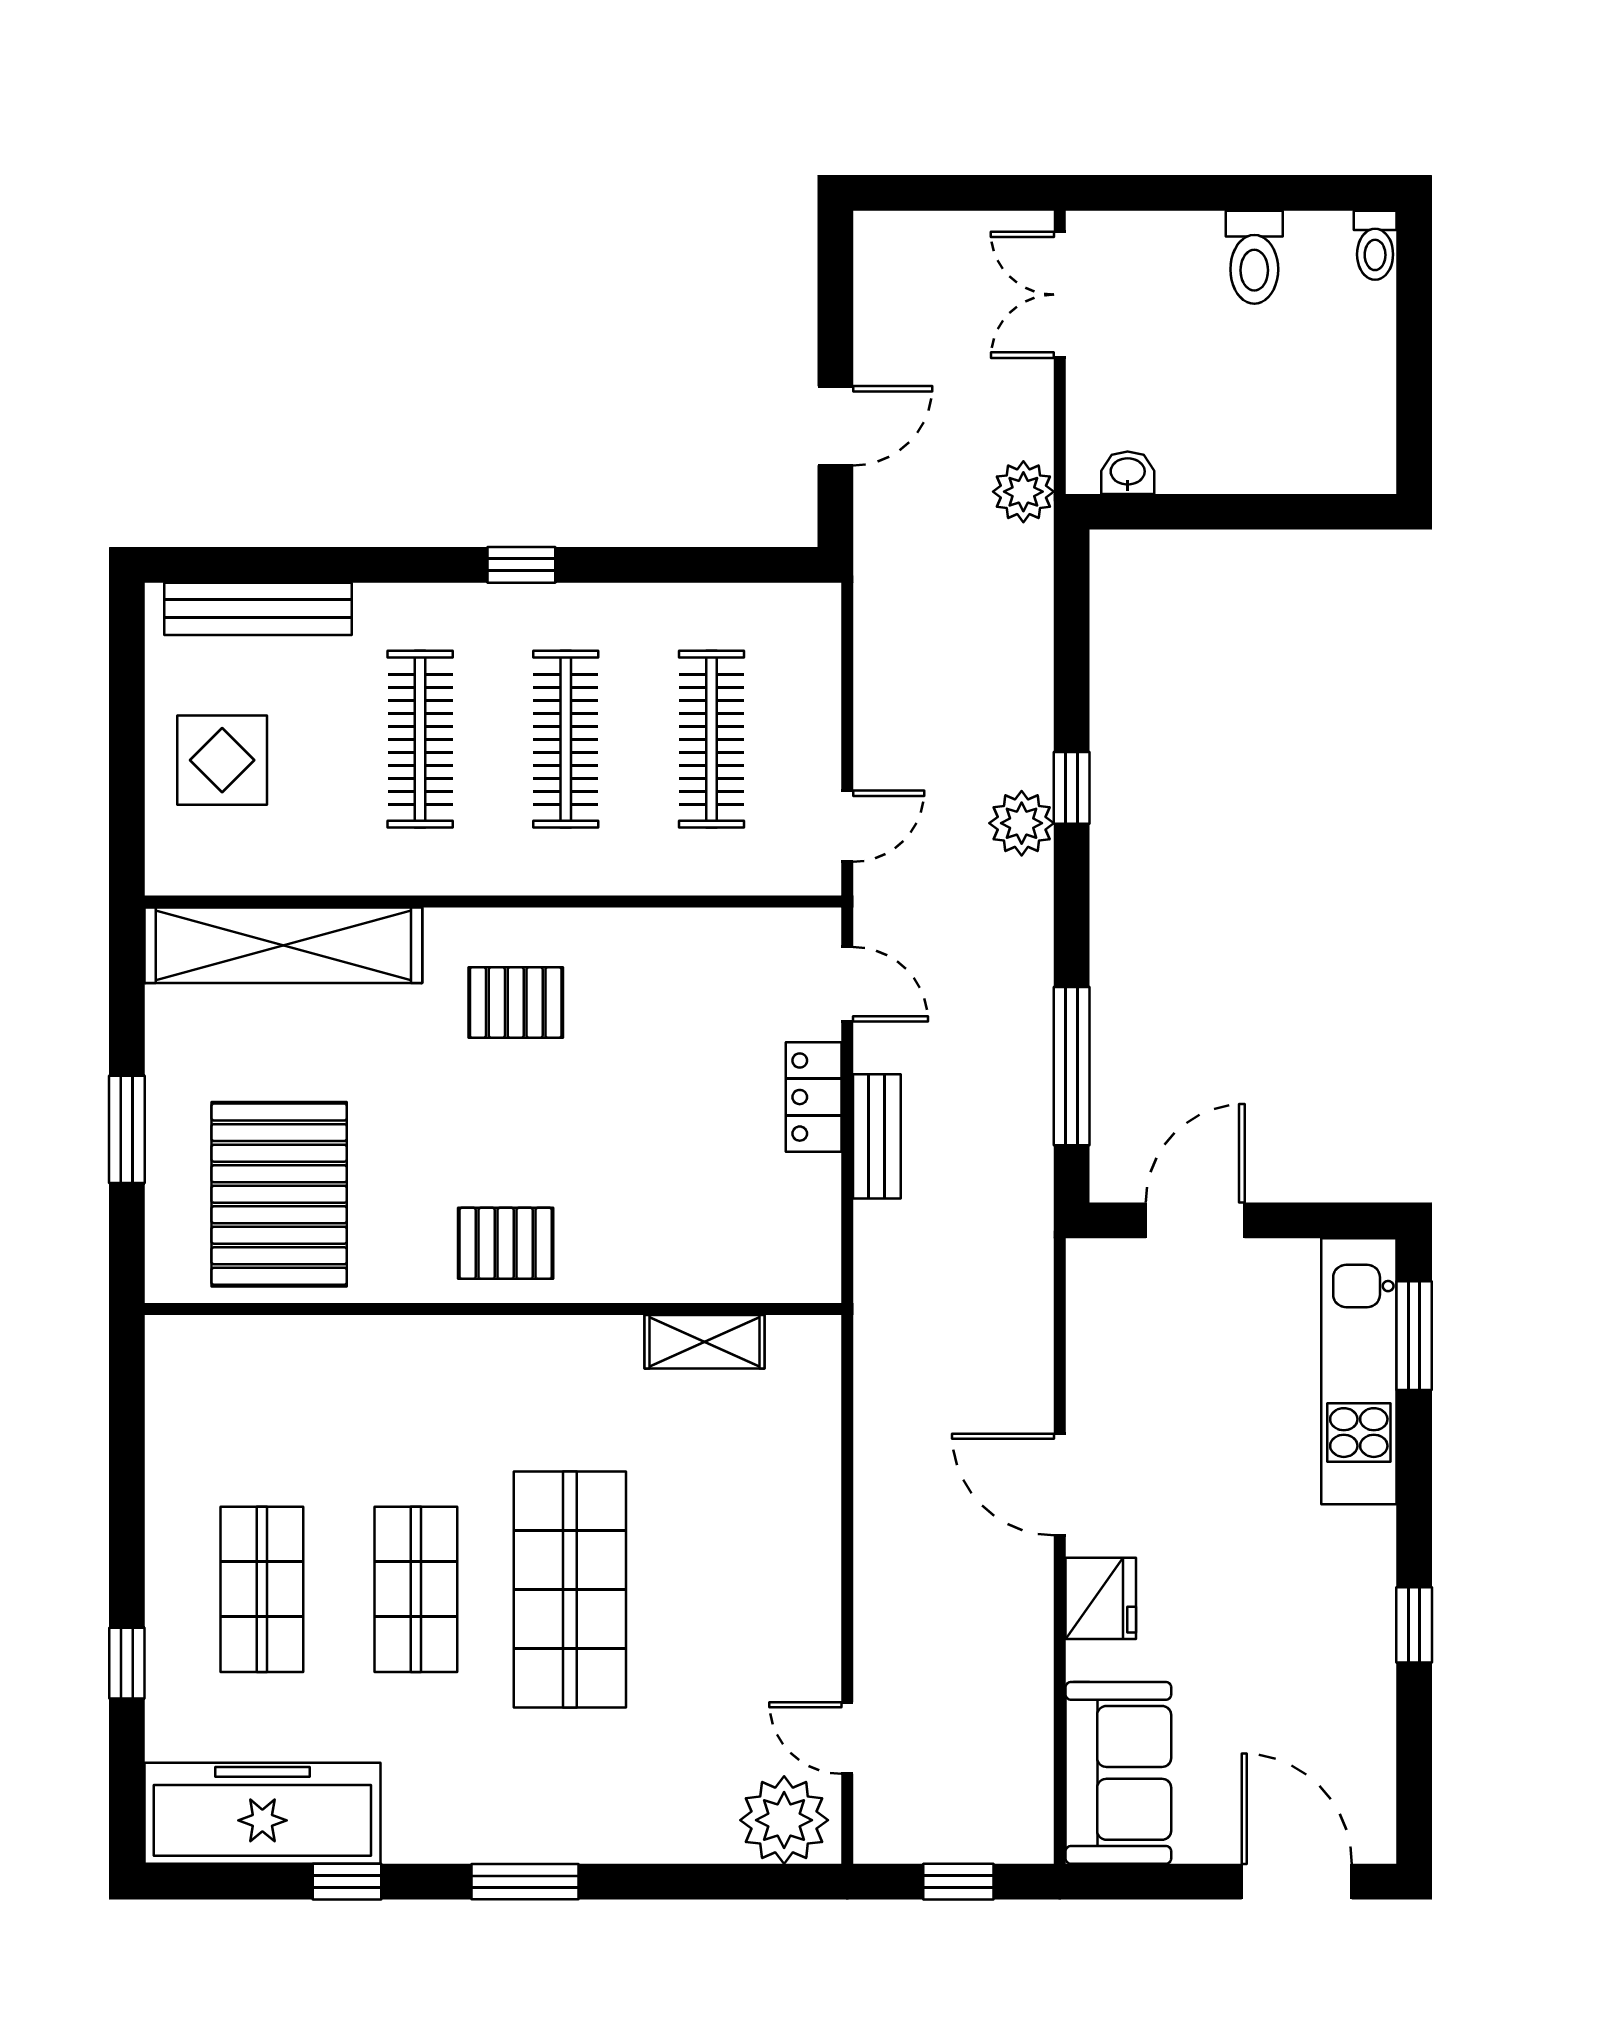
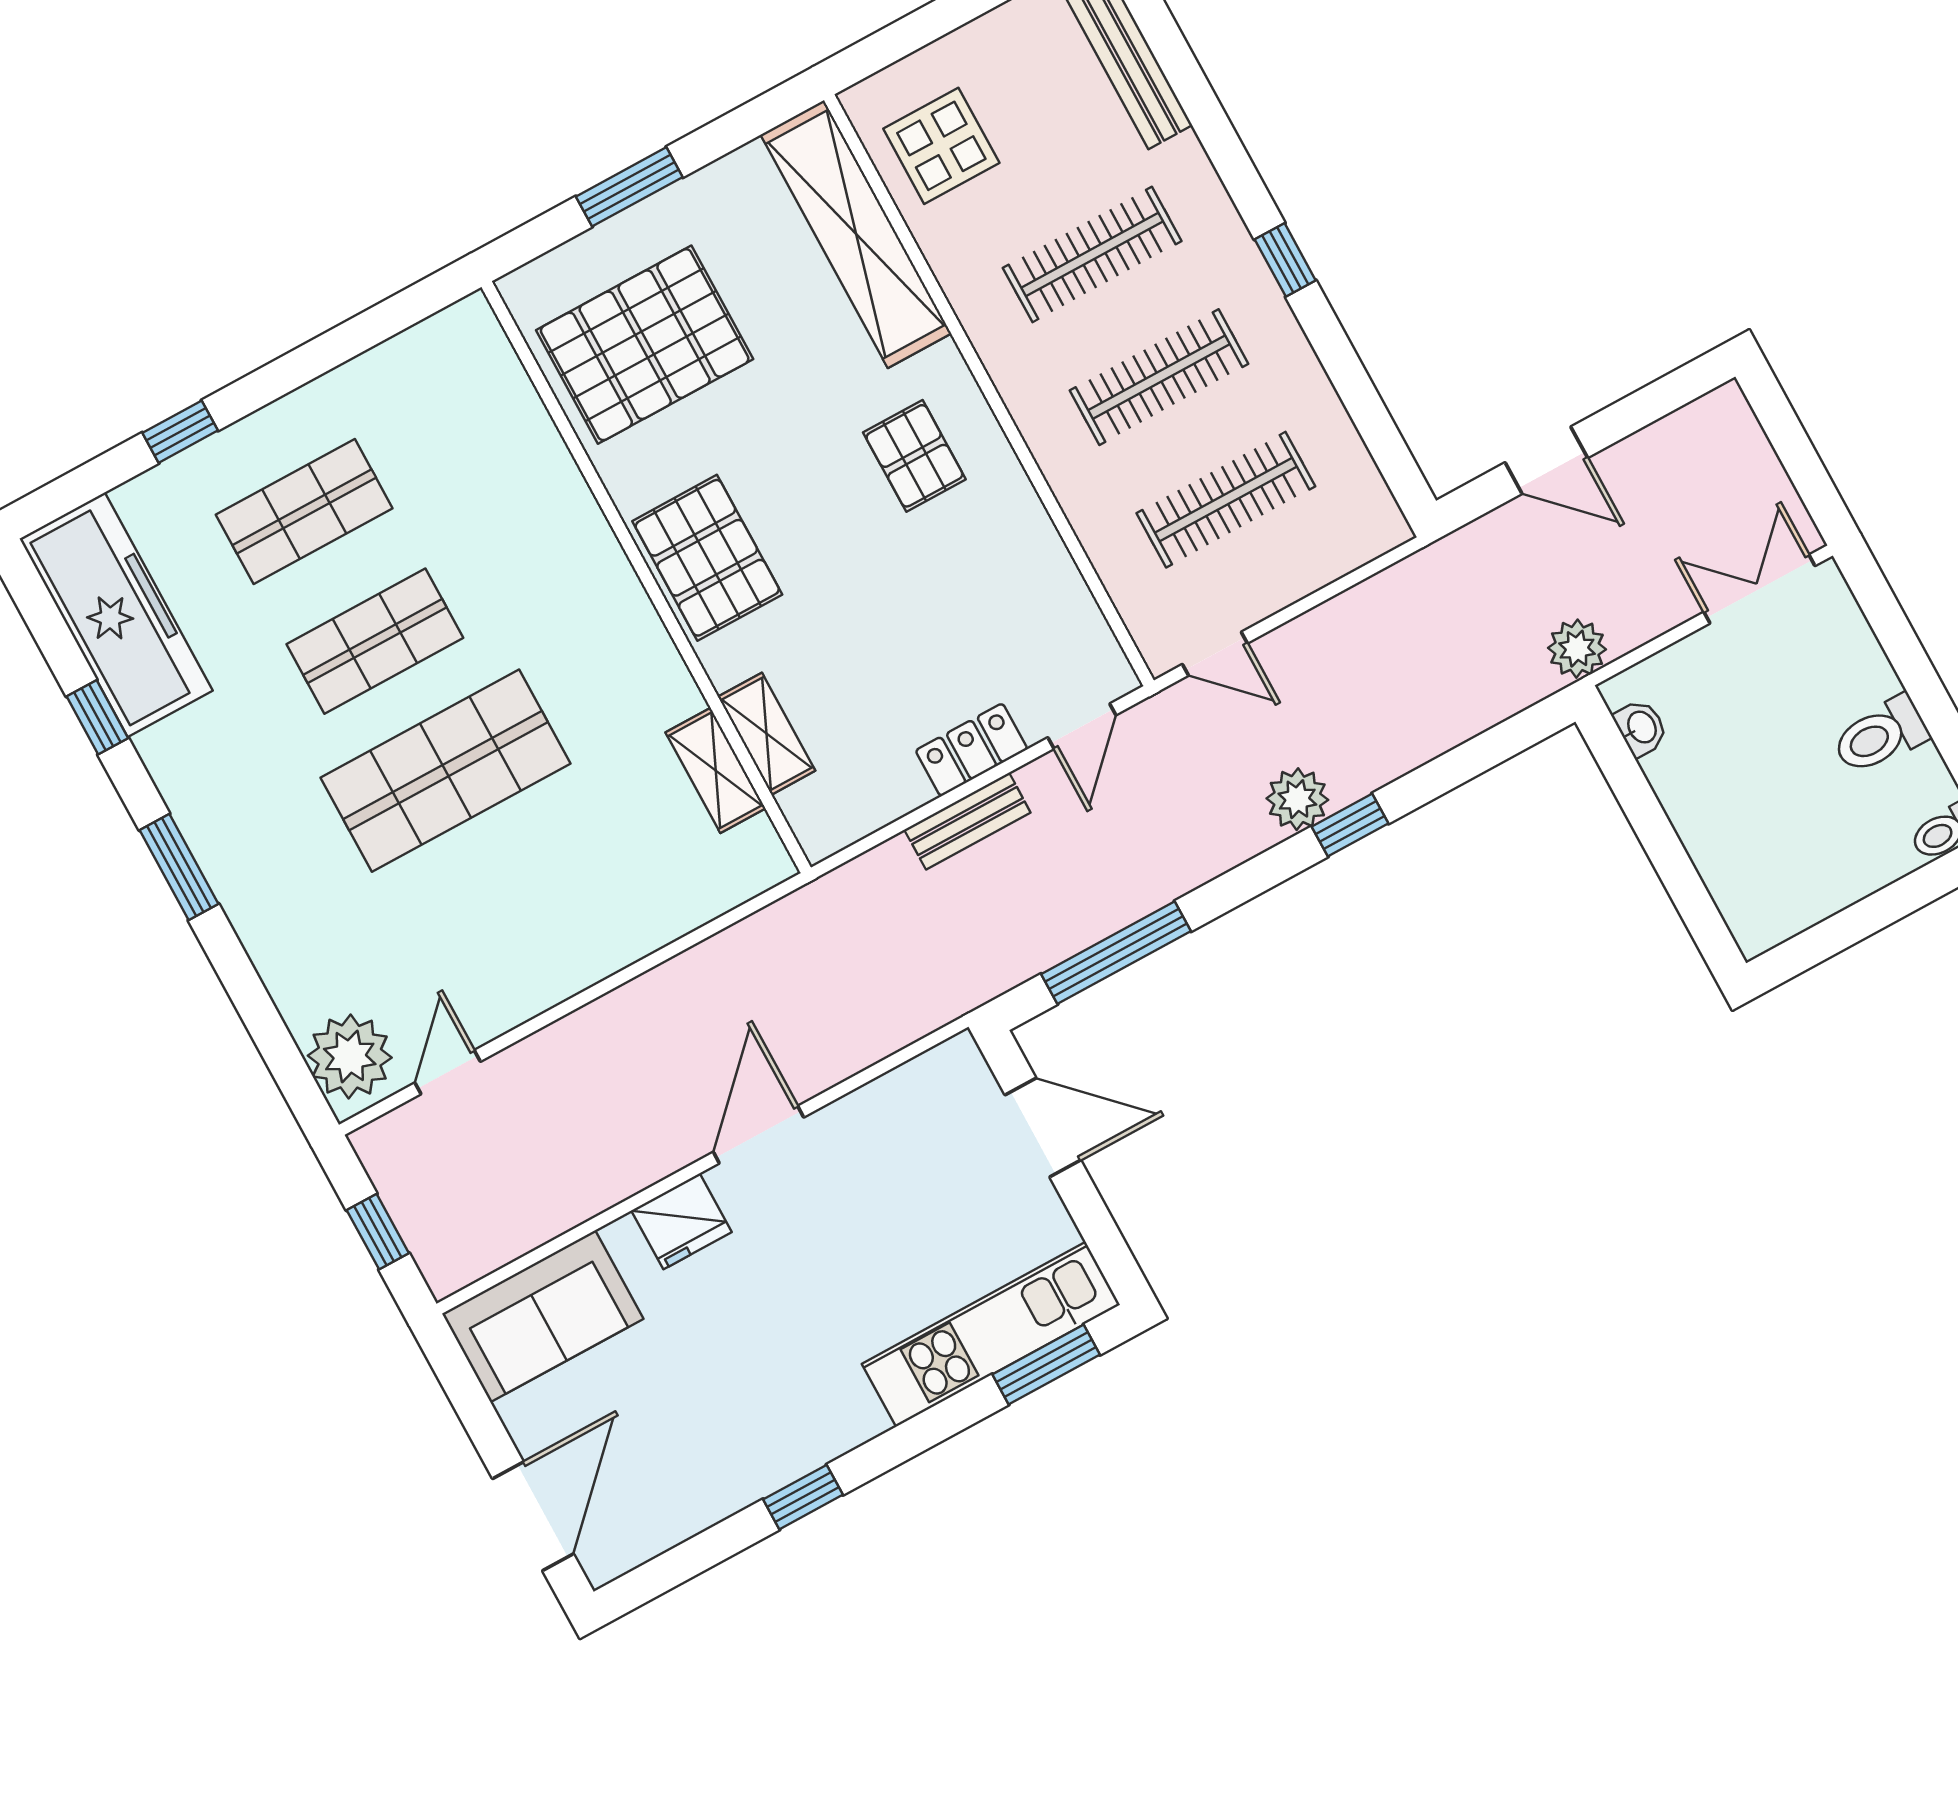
display table: (222, 760) -> (941, 146), moved
pallet: (506, 1243) -> (707, 558), width x1.50, depth x1.42
shelving: (696, 1277) -> (767, 734), added

